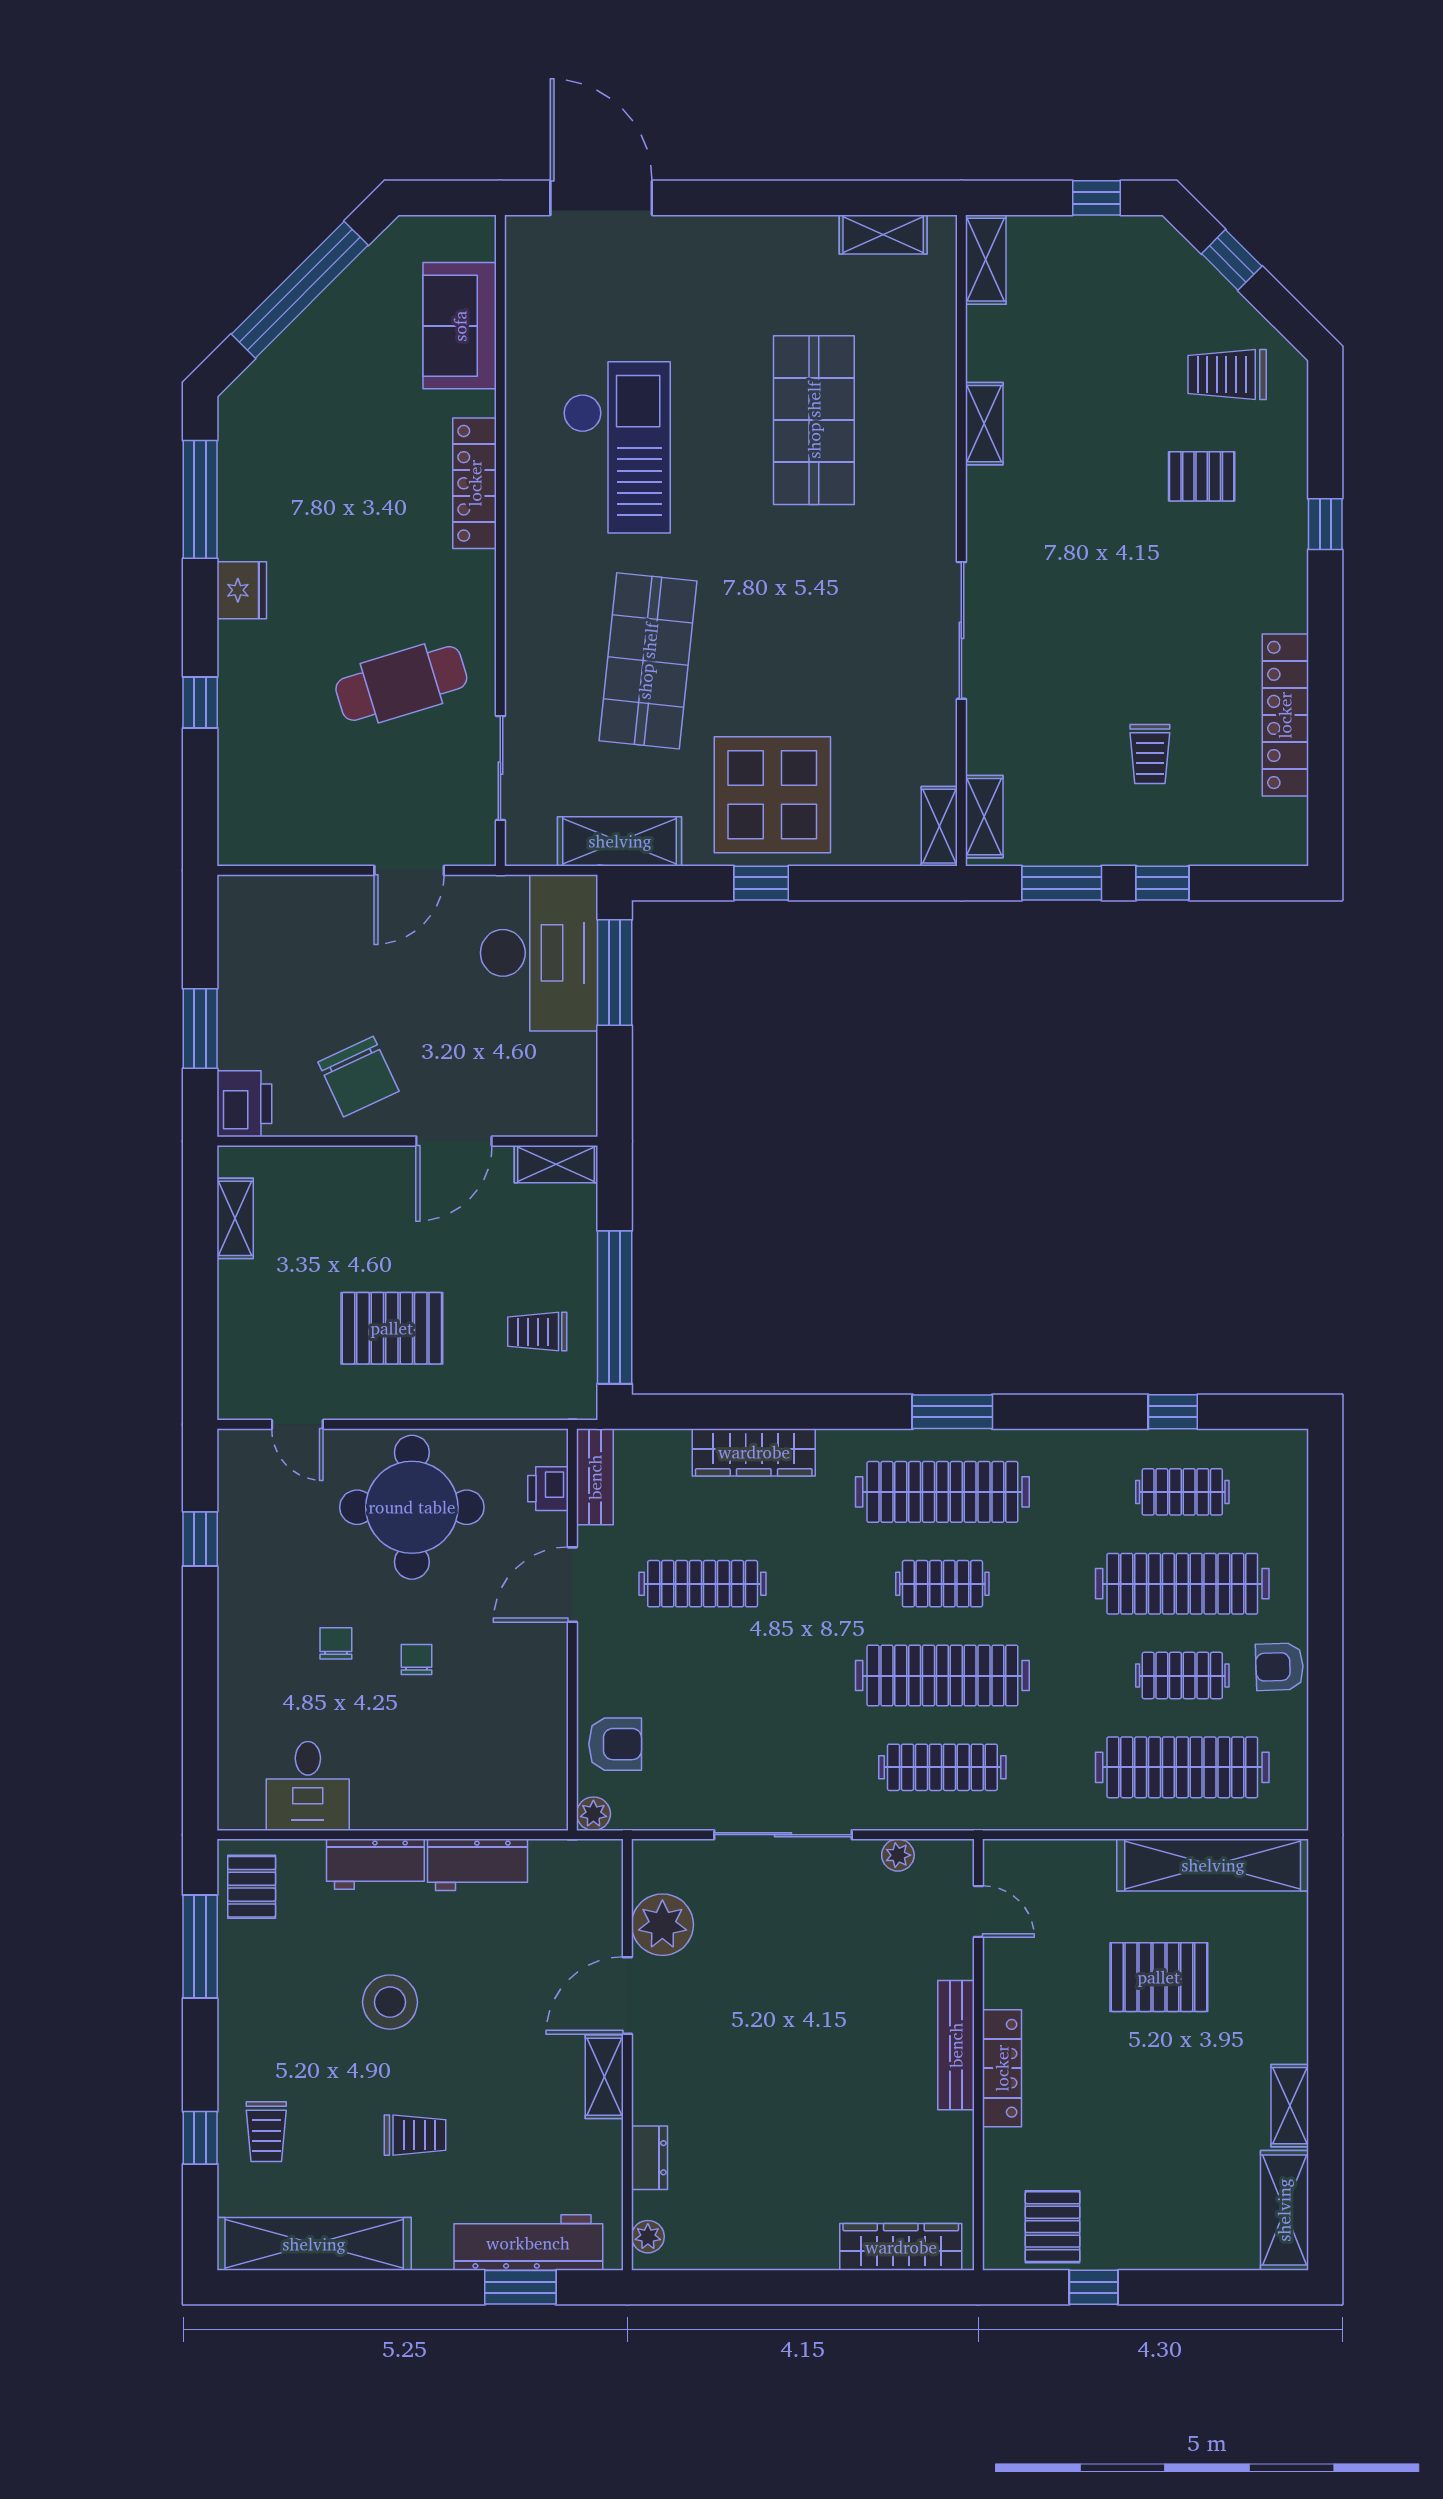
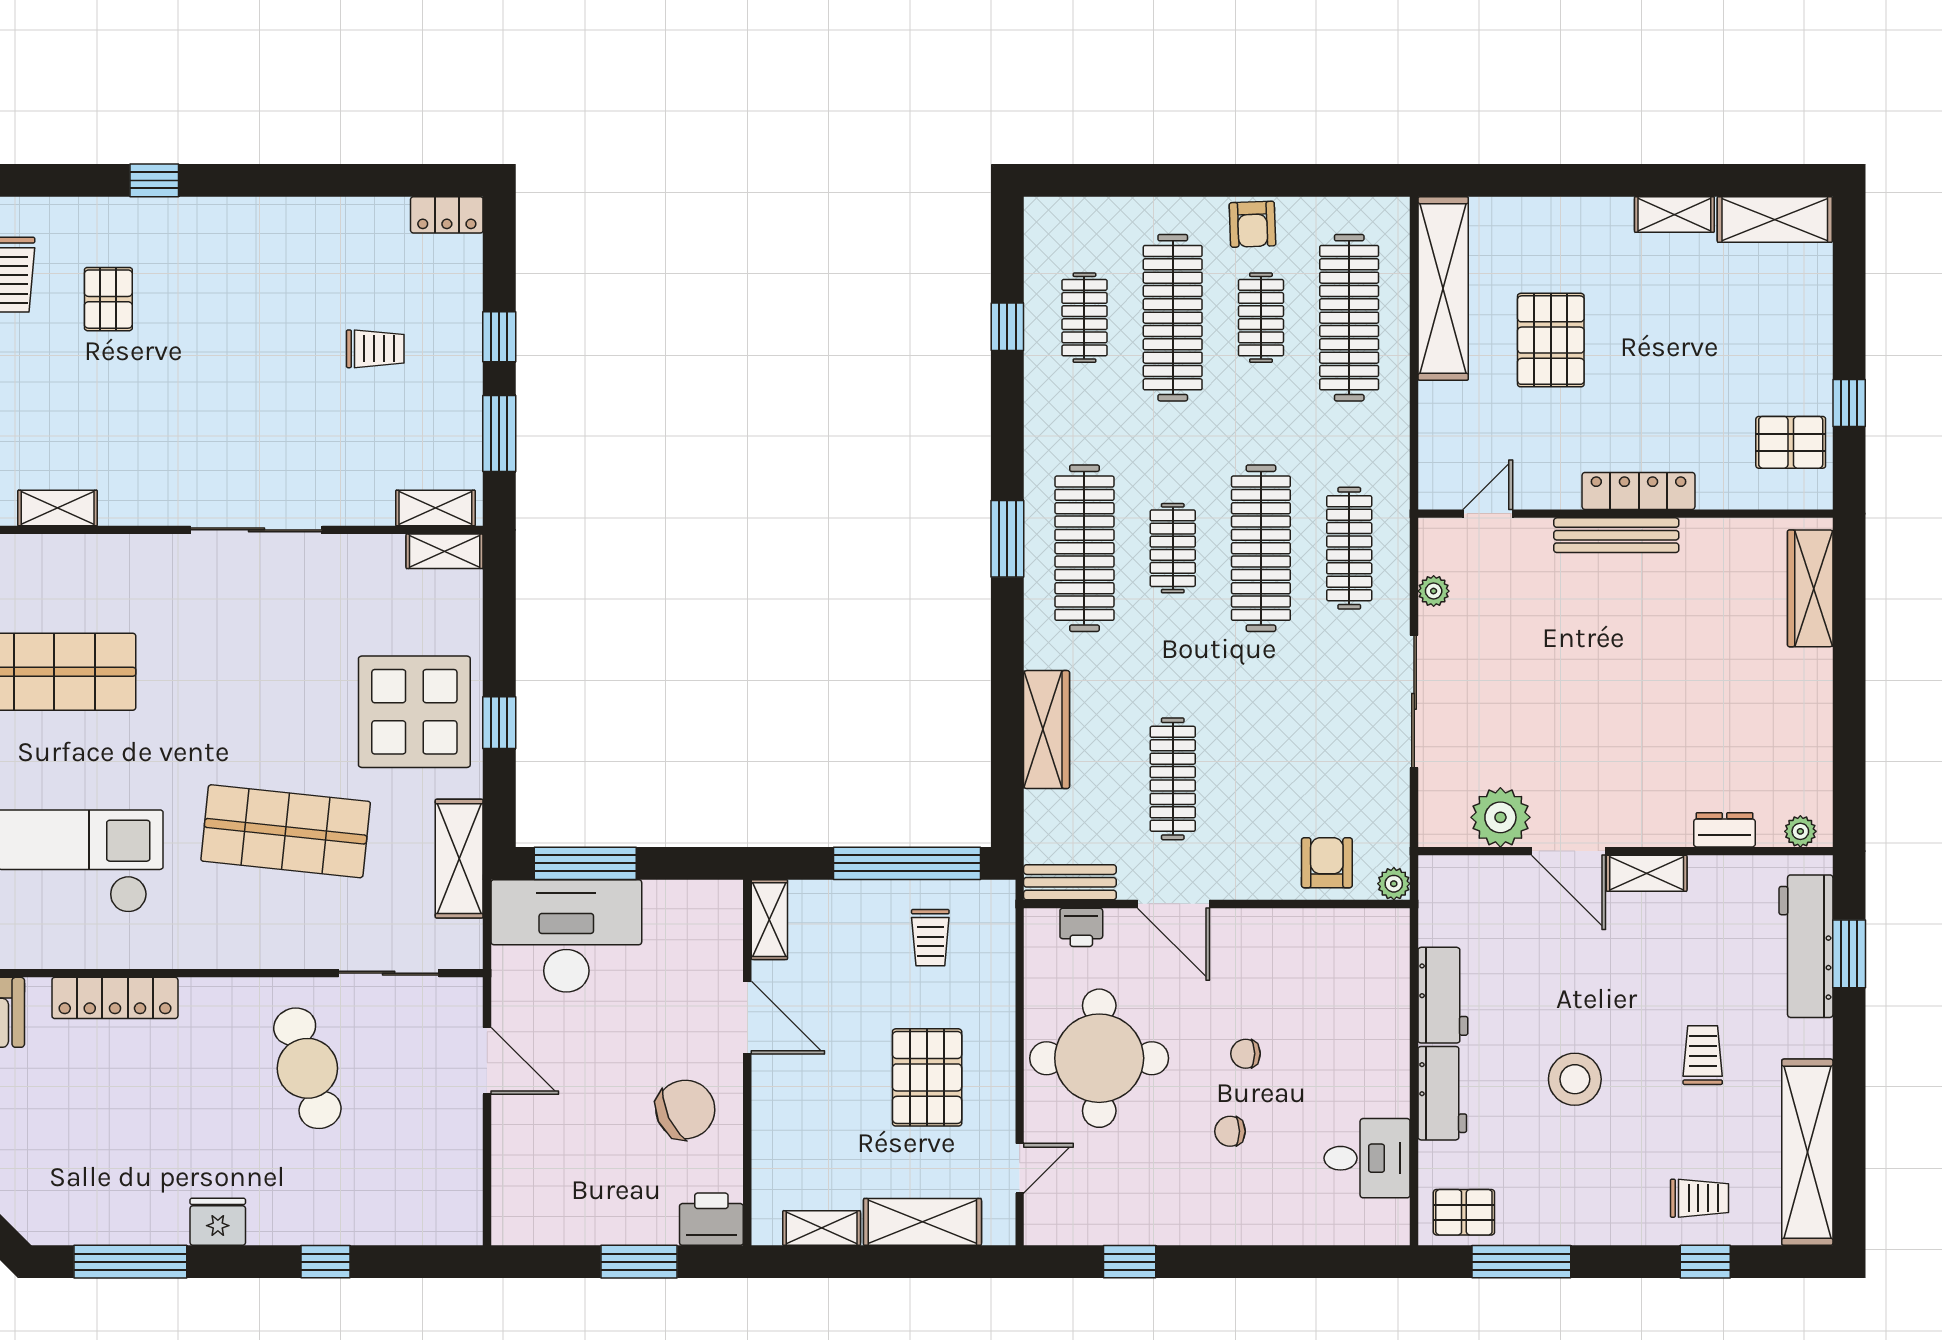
locker: (1285, 715) -> (447, 215), moved, width x0.46, depth x0.83
shelving: (242, 1323) -> (922, 1222), added

